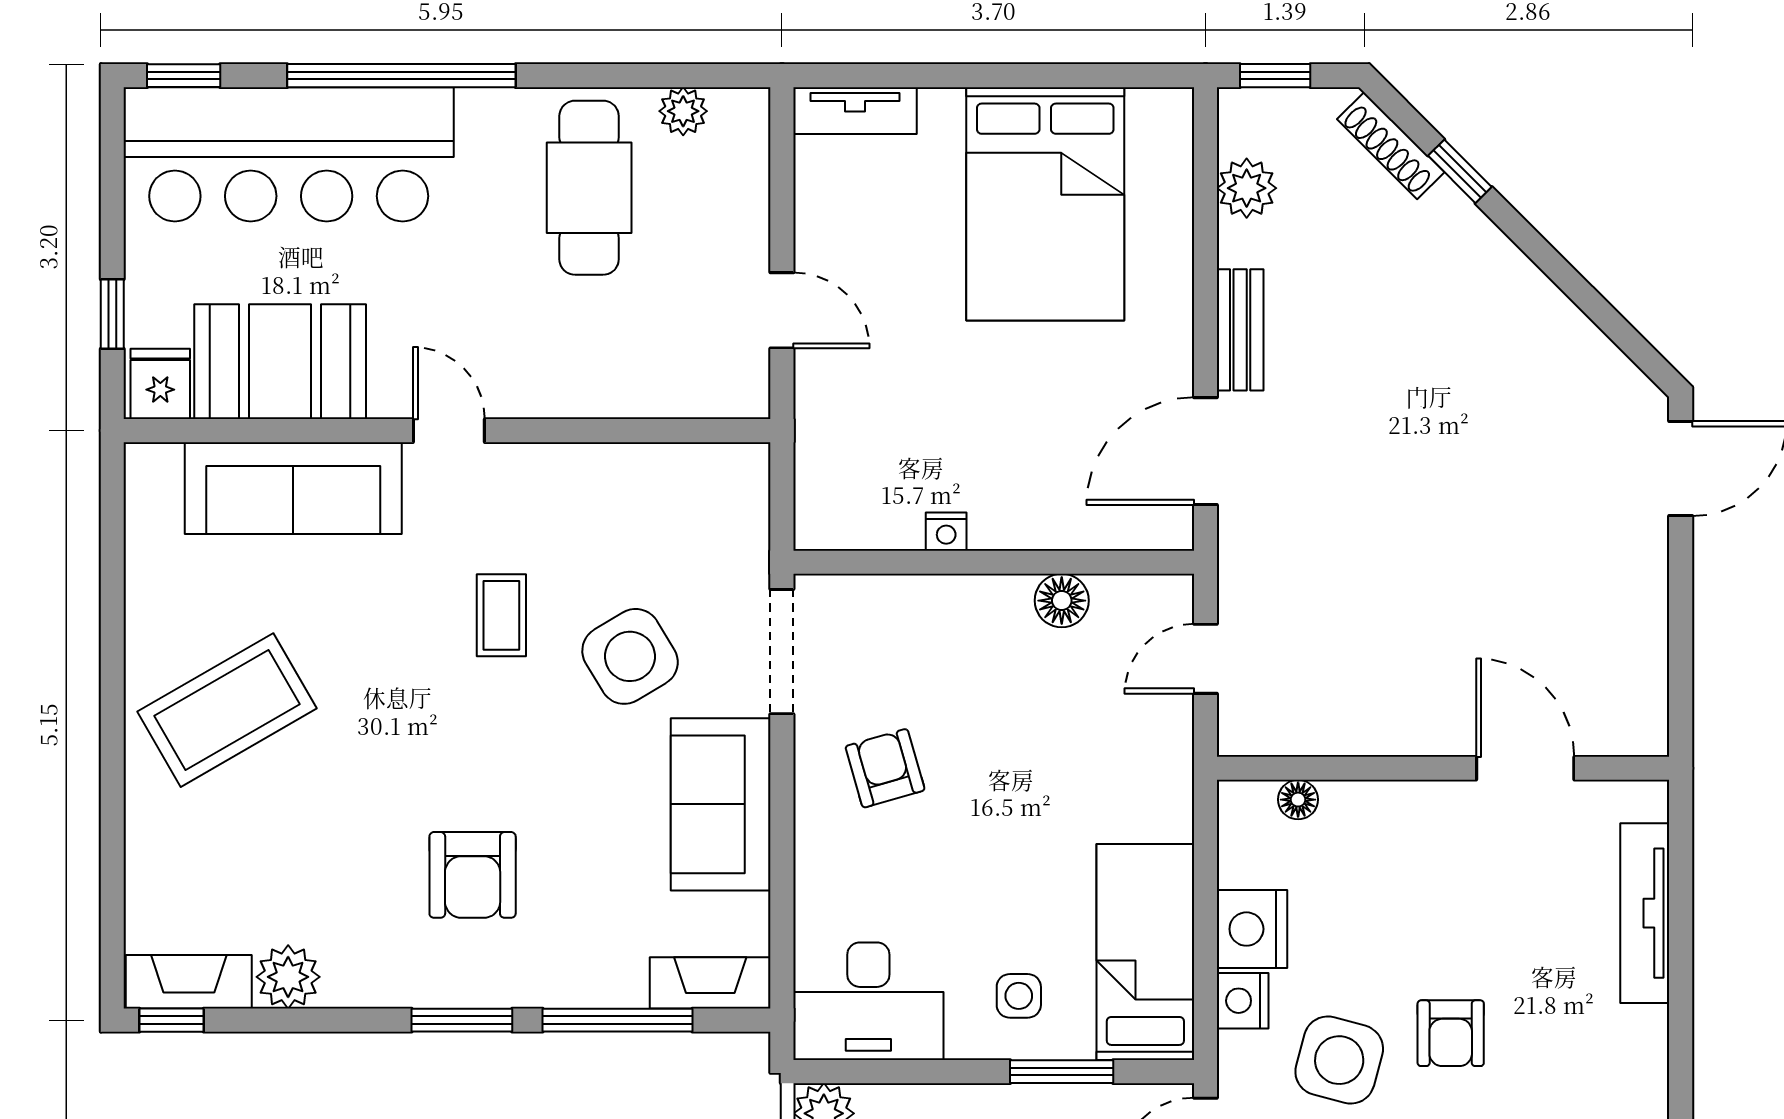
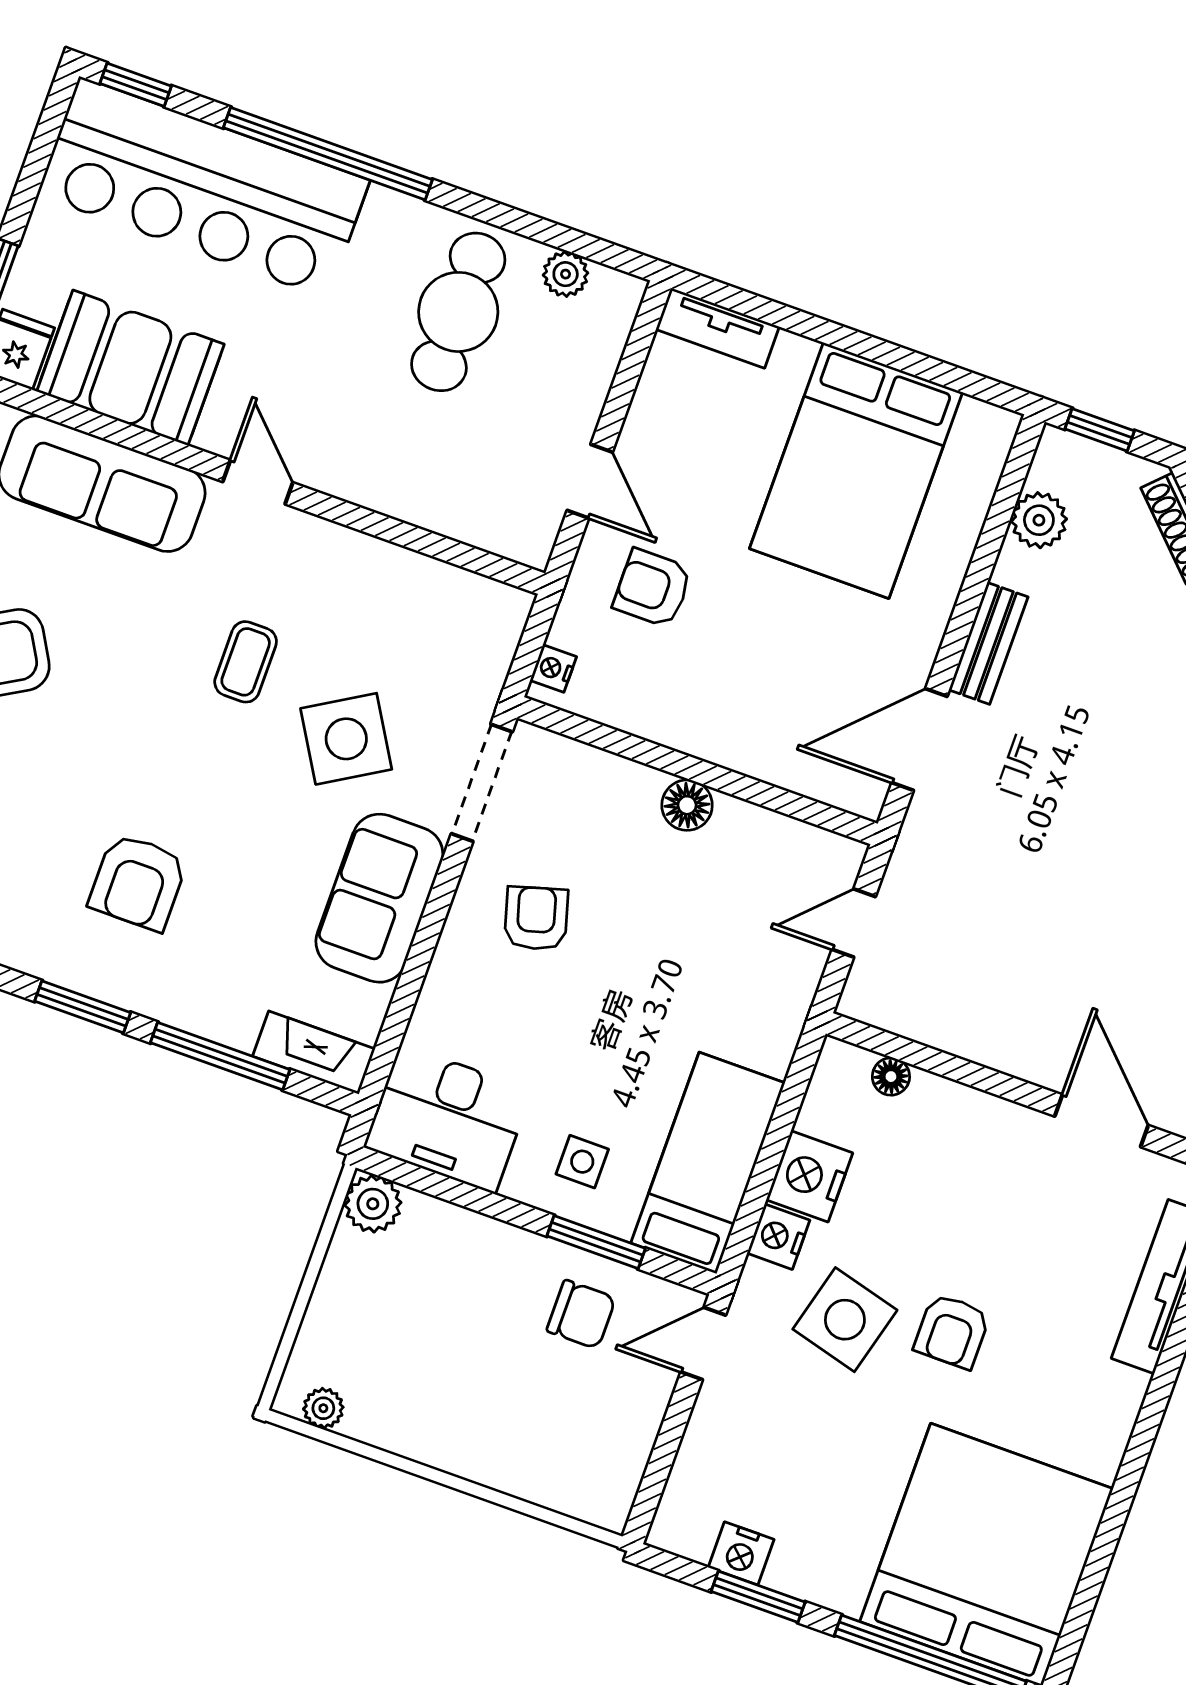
armchair: (883, 395) -> (653, 588), added
nightstand: (946, 532) -> (553, 668), moved, turned 90
floor lamp: (1062, 601) -> (687, 805), moved

